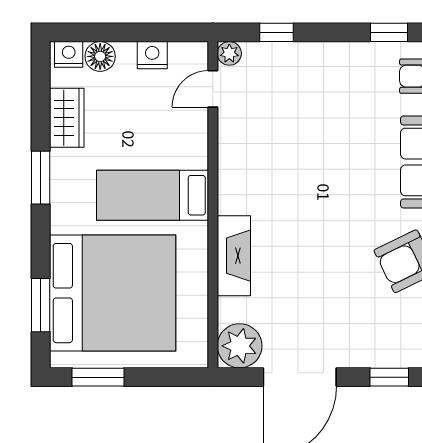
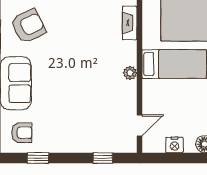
plant: (229, 53) -> (130, 73), moved
fireplace: (234, 256) -> (130, 23), width x0.73, depth x0.76

